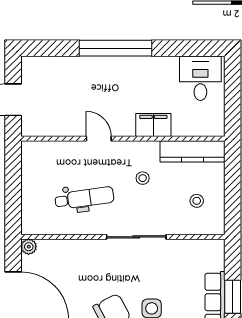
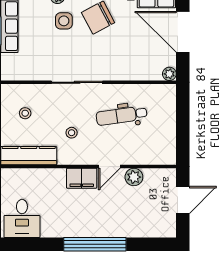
filing cabinet: (153, 125) -> (82, 178), moved
plant: (70, 126) -> (134, 177), added
door: (99, 139) -> (109, 167), hinge flipped

